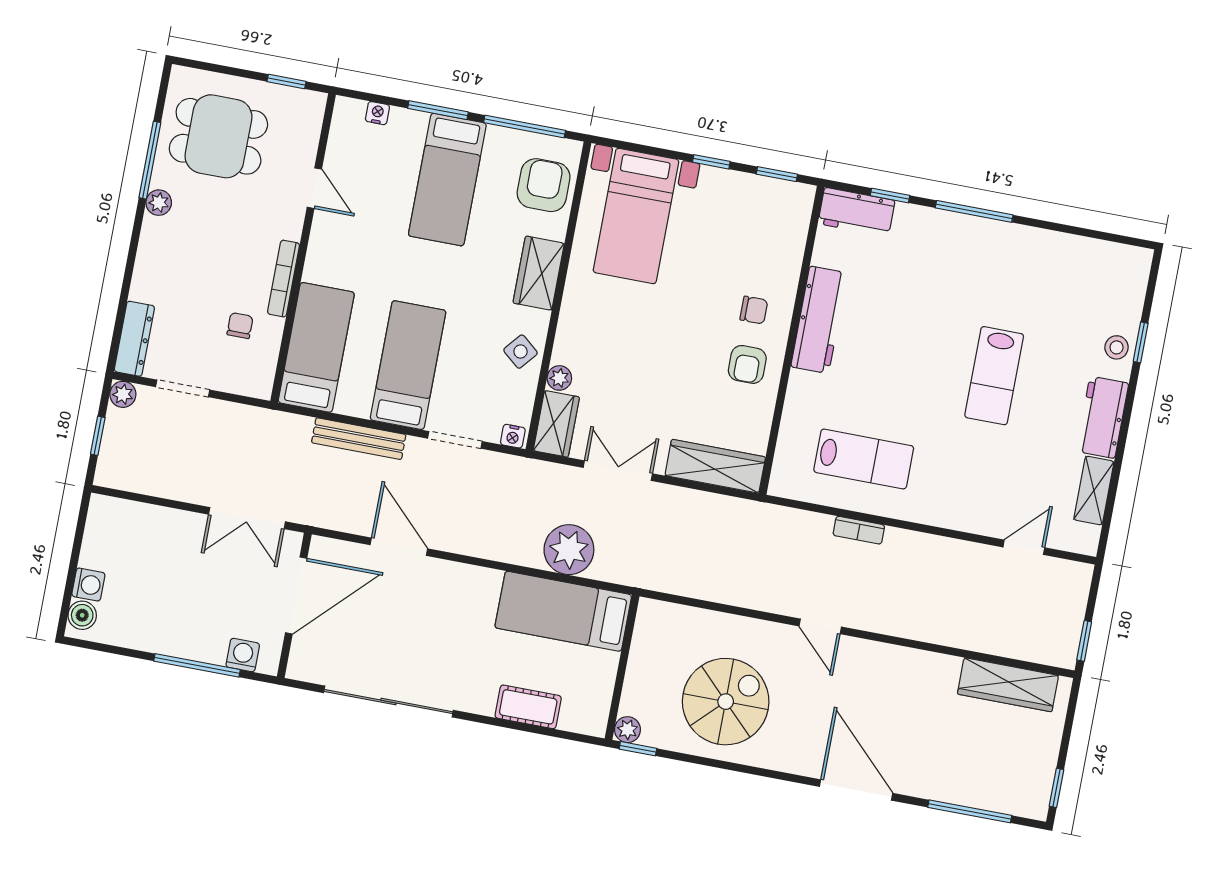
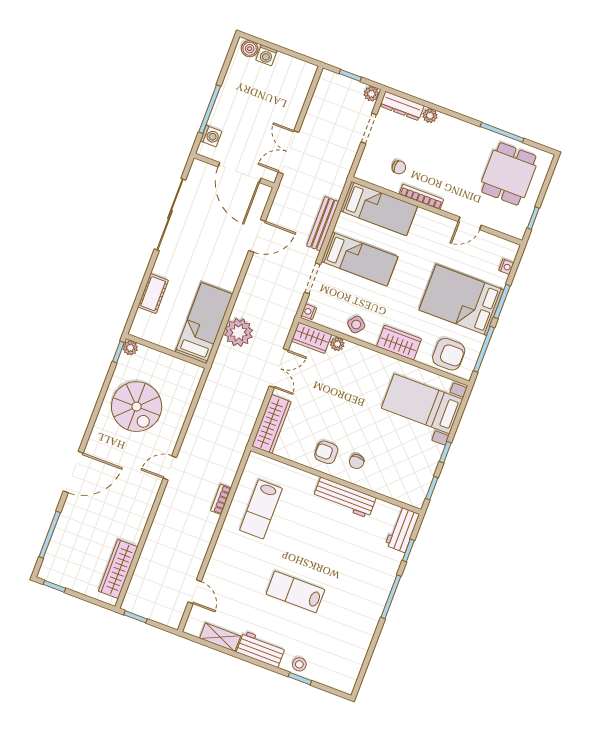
bed: (447, 180) -> (461, 300), width x1.50
plant: (159, 203) -> (430, 116), moved

